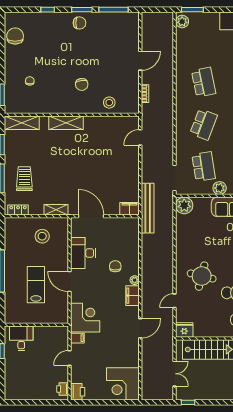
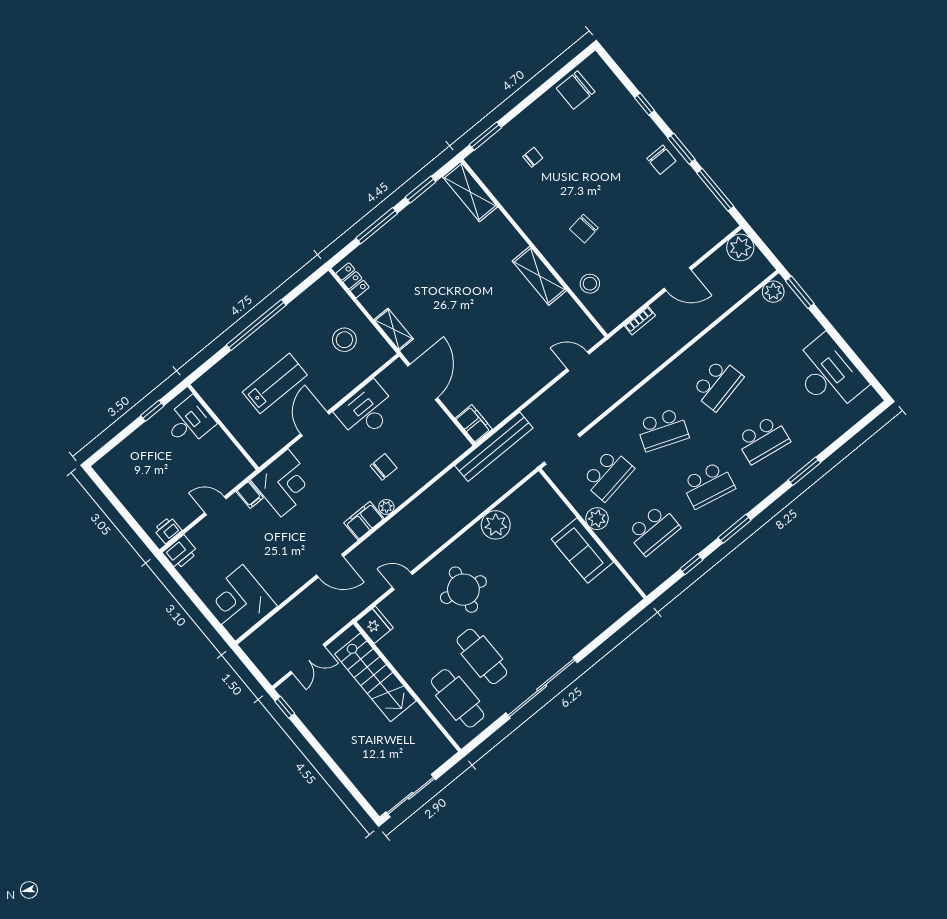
plant: (149, 20) -> (740, 247), added
chair: (15, 36) -> (576, 90), turned 180
shelving: (66, 123) -> (539, 276), moved
trolley: (24, 179) -> (400, 255), removed
plant: (184, 205) -> (496, 525), moved

